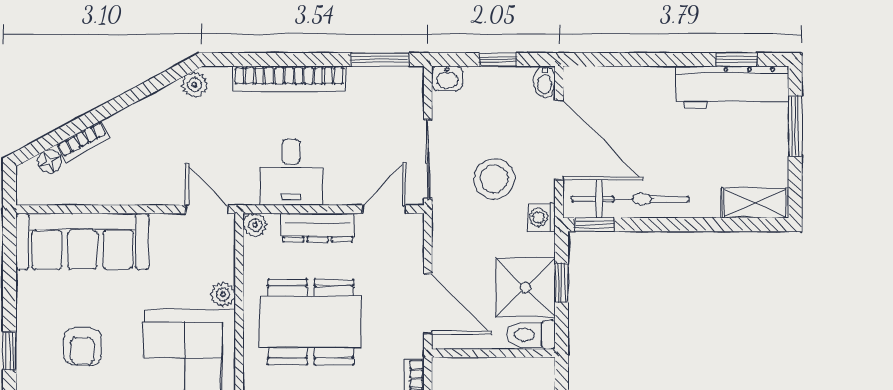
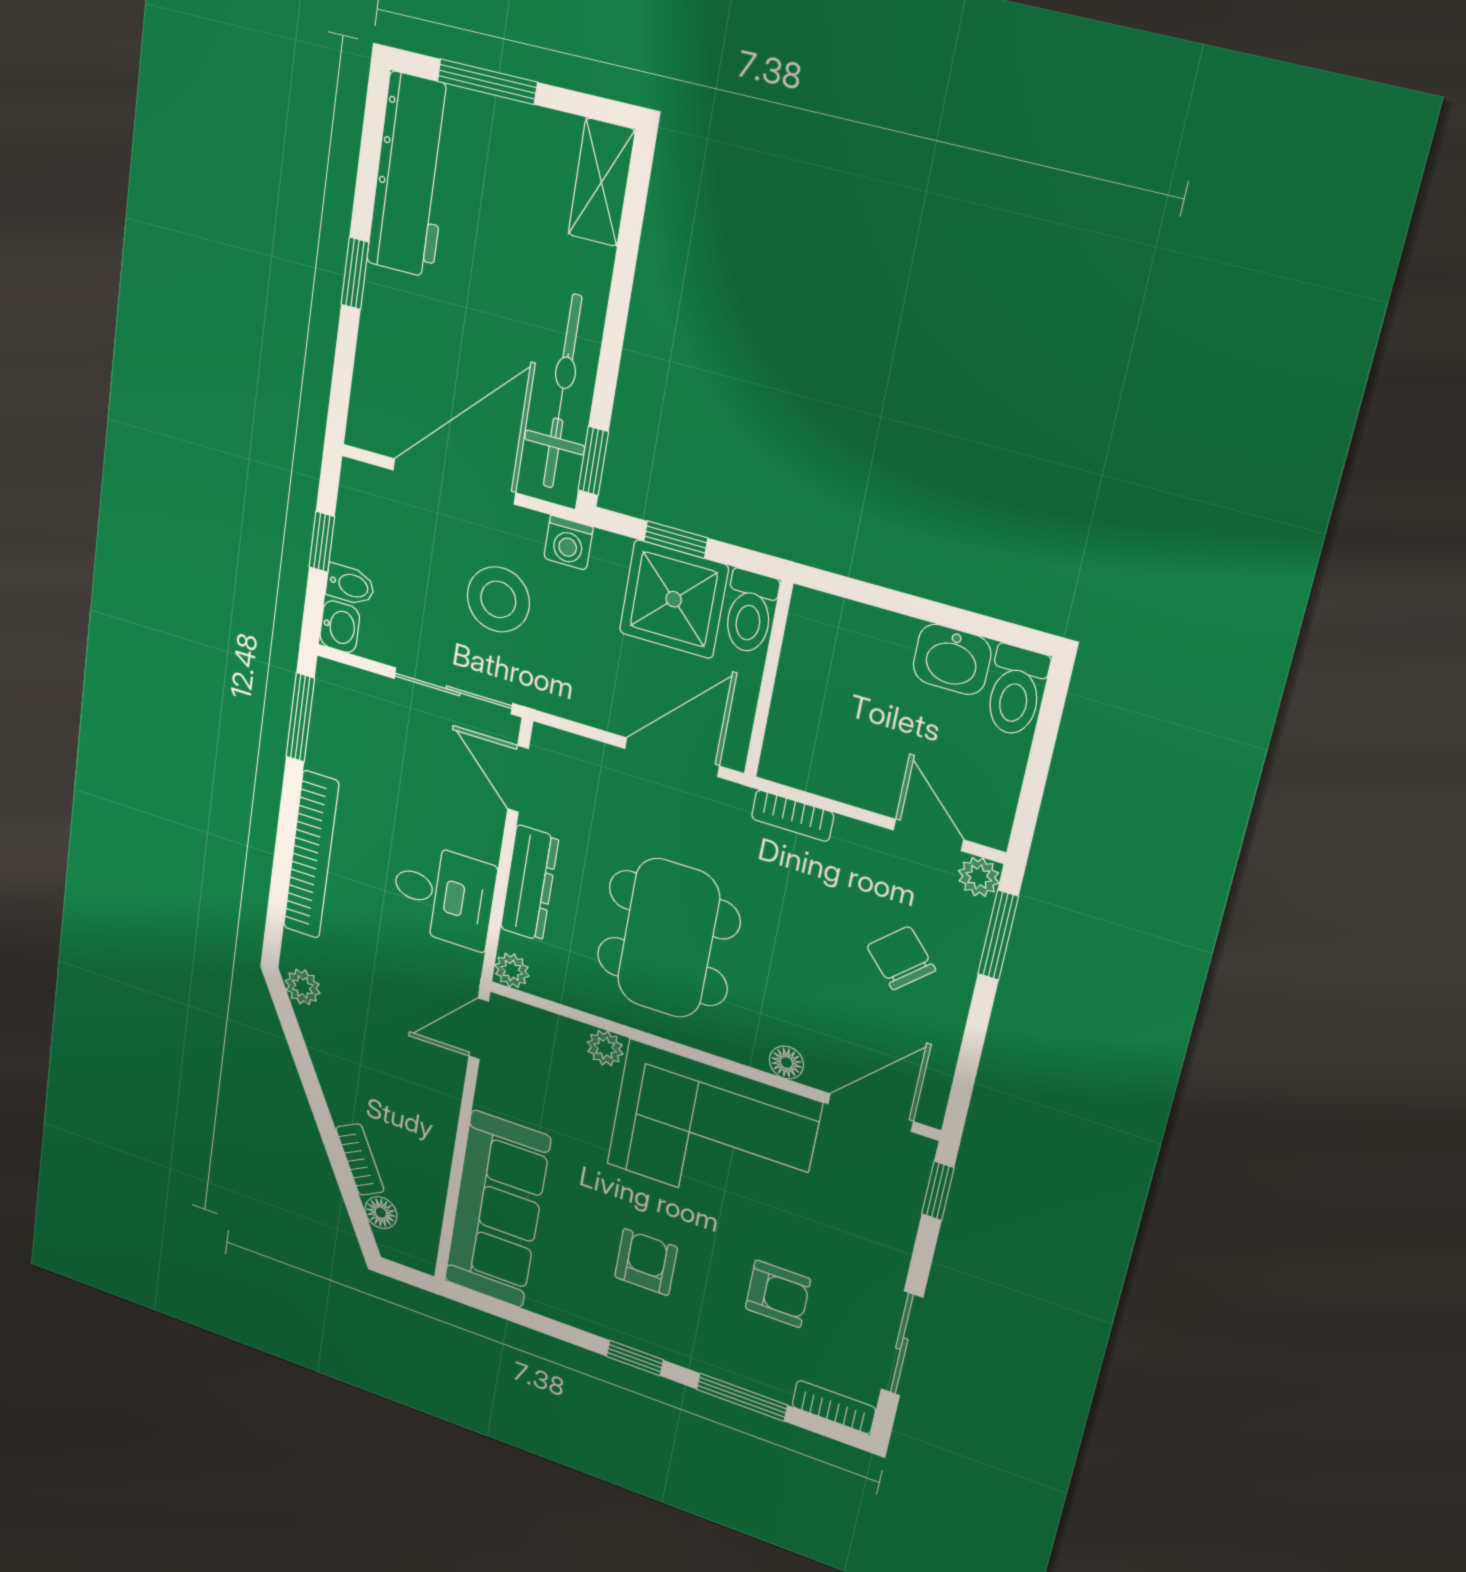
window: (737, 60) -> (355, 273), moved
bidet: (544, 82) -> (350, 585), moved
armchair: (82, 347) -> (646, 1262), turned -90

